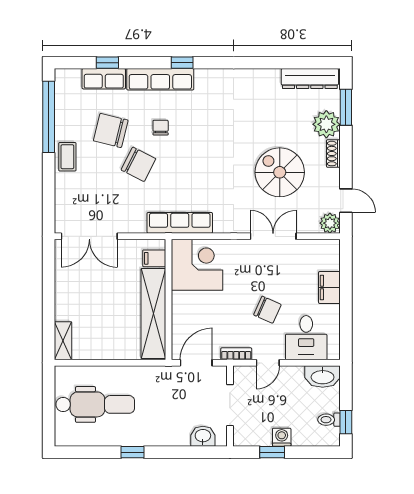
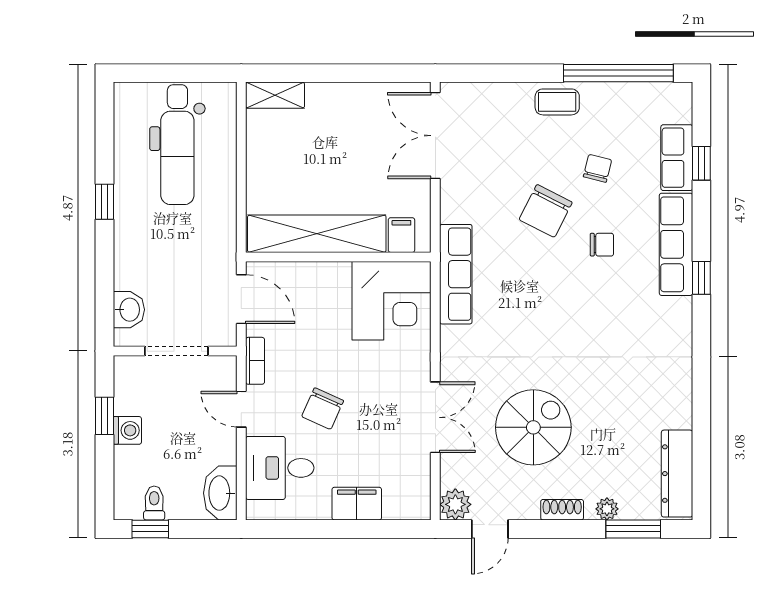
plant: (326, 124) -> (607, 509), width x0.53, depth x0.53
chair: (111, 130) -> (597, 168), width x0.54, depth x0.54

